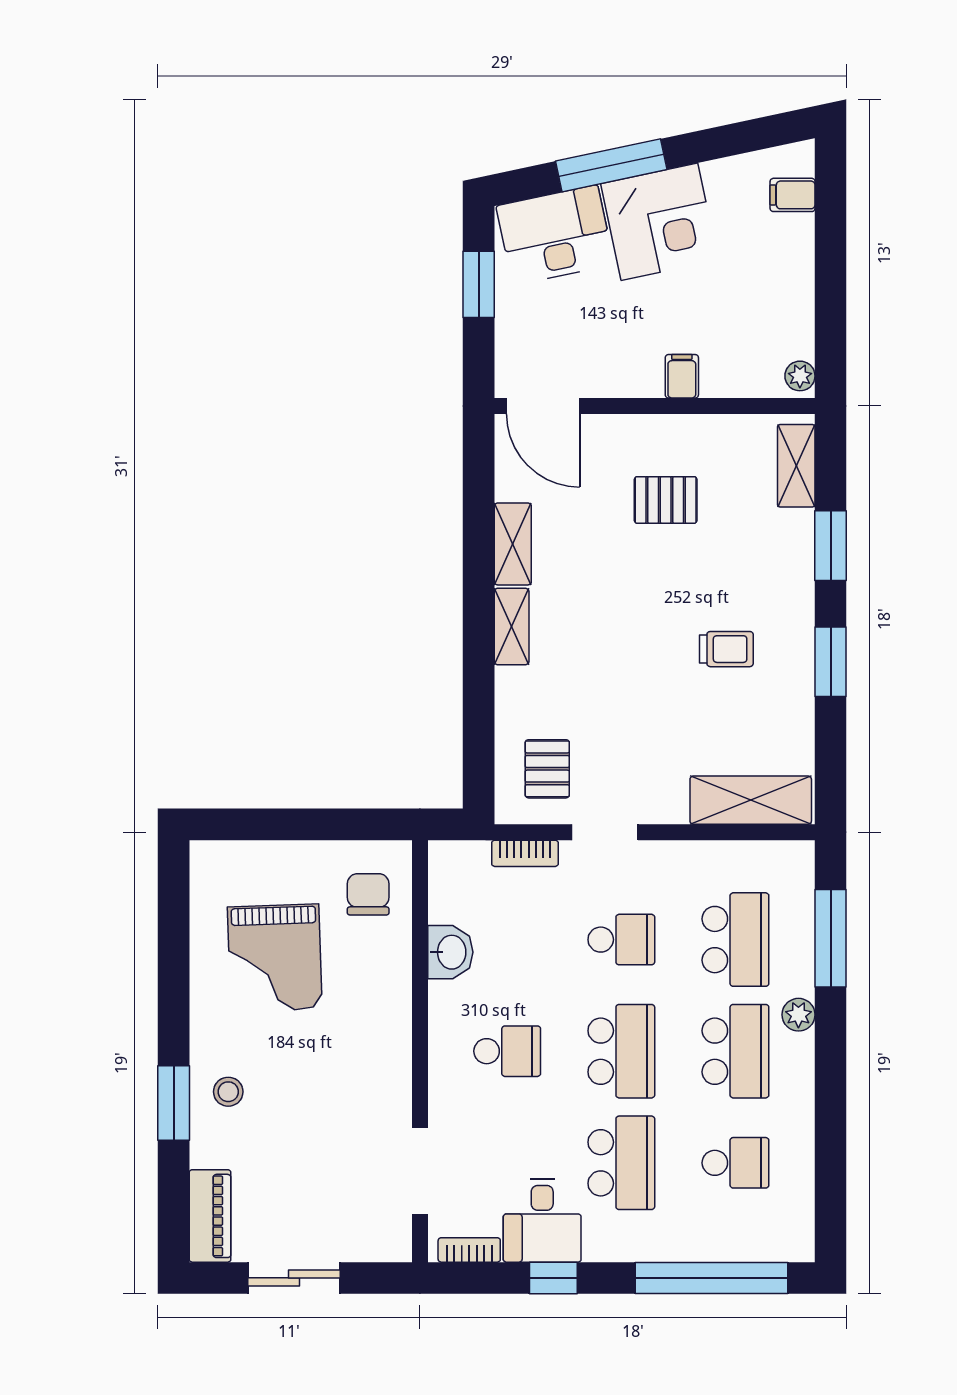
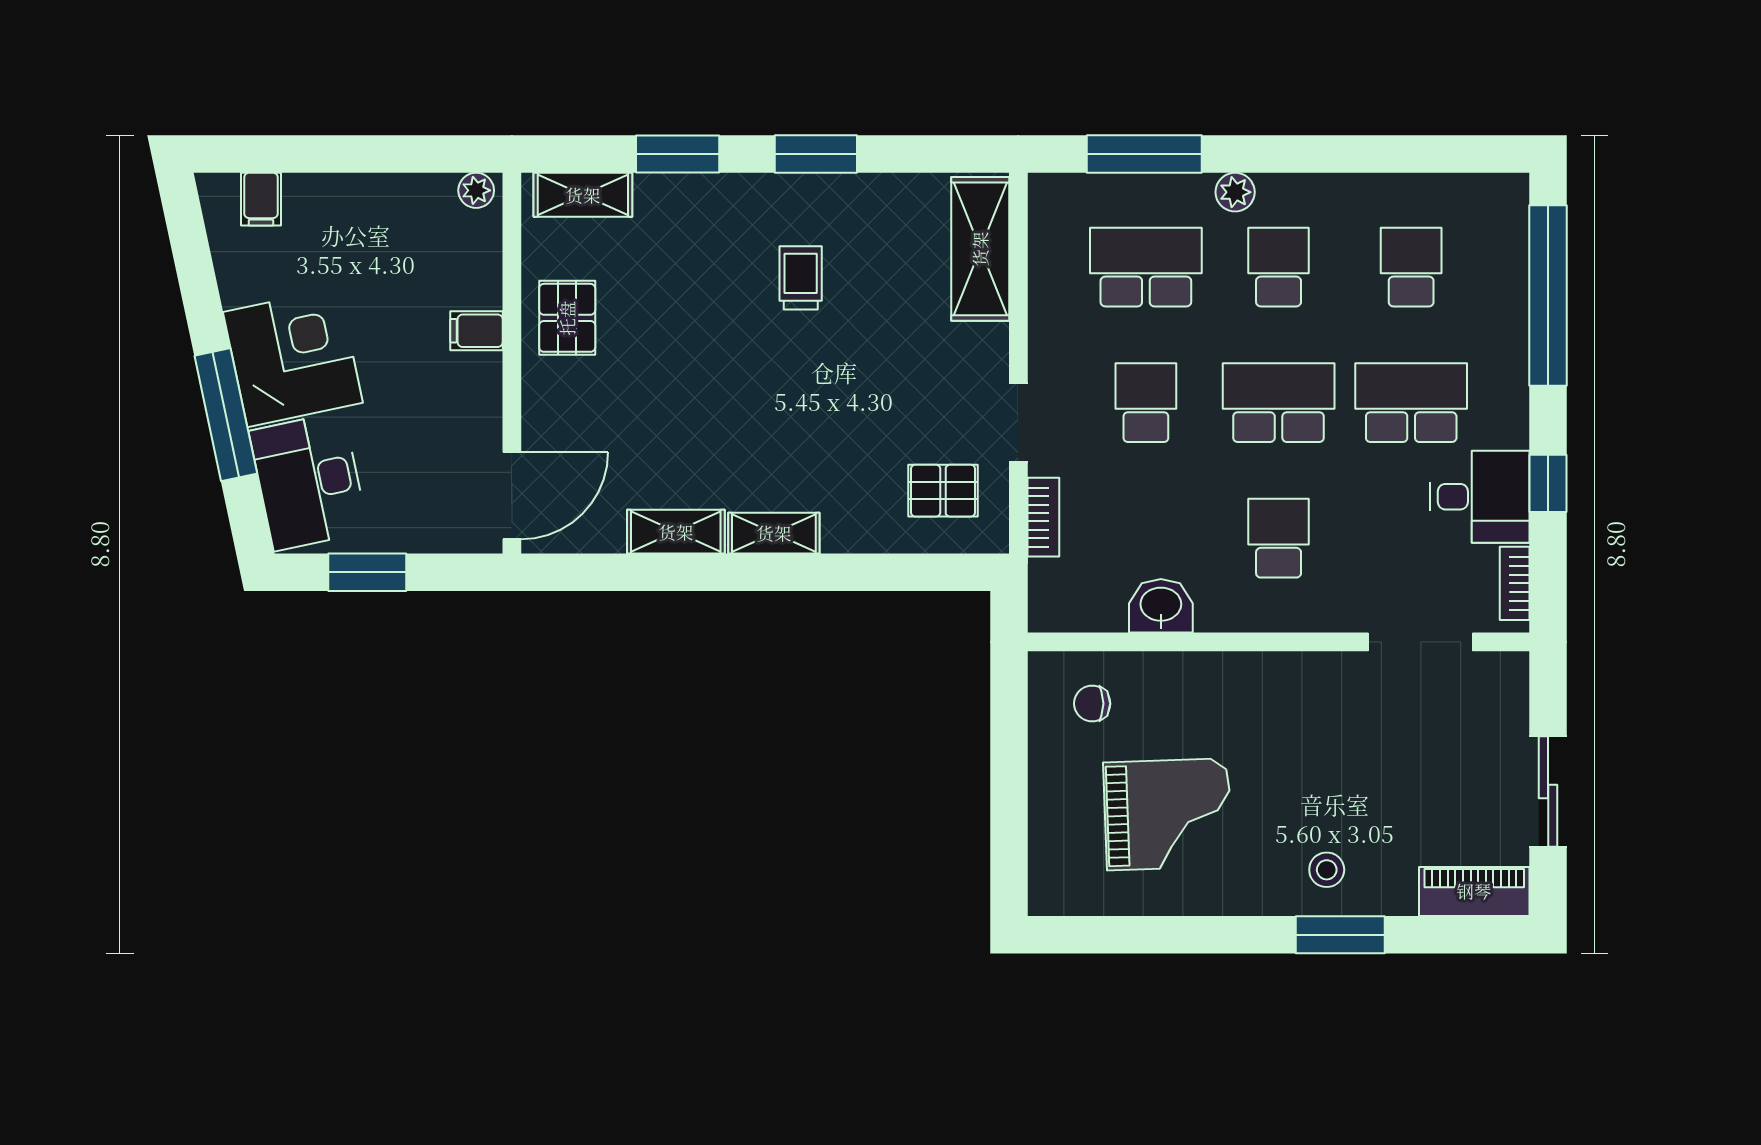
pallet: (666, 500) -> (567, 318), moved
chair: (368, 894) -> (1092, 704), width x0.73, depth x0.73
school desk: (735, 1051) -> (1279, 267), width x0.54

